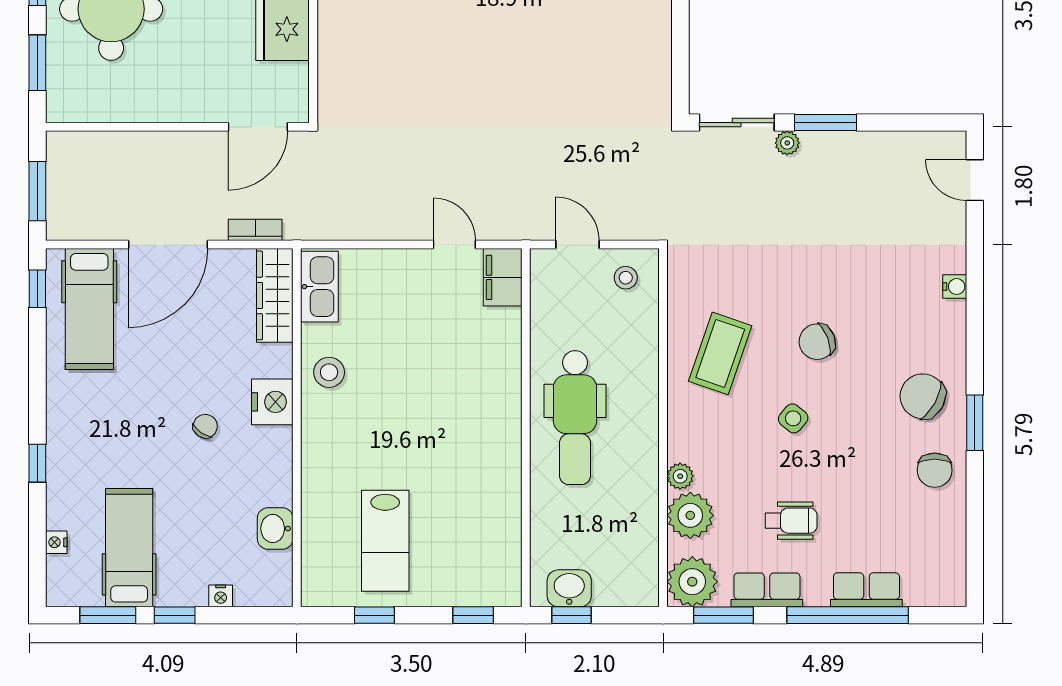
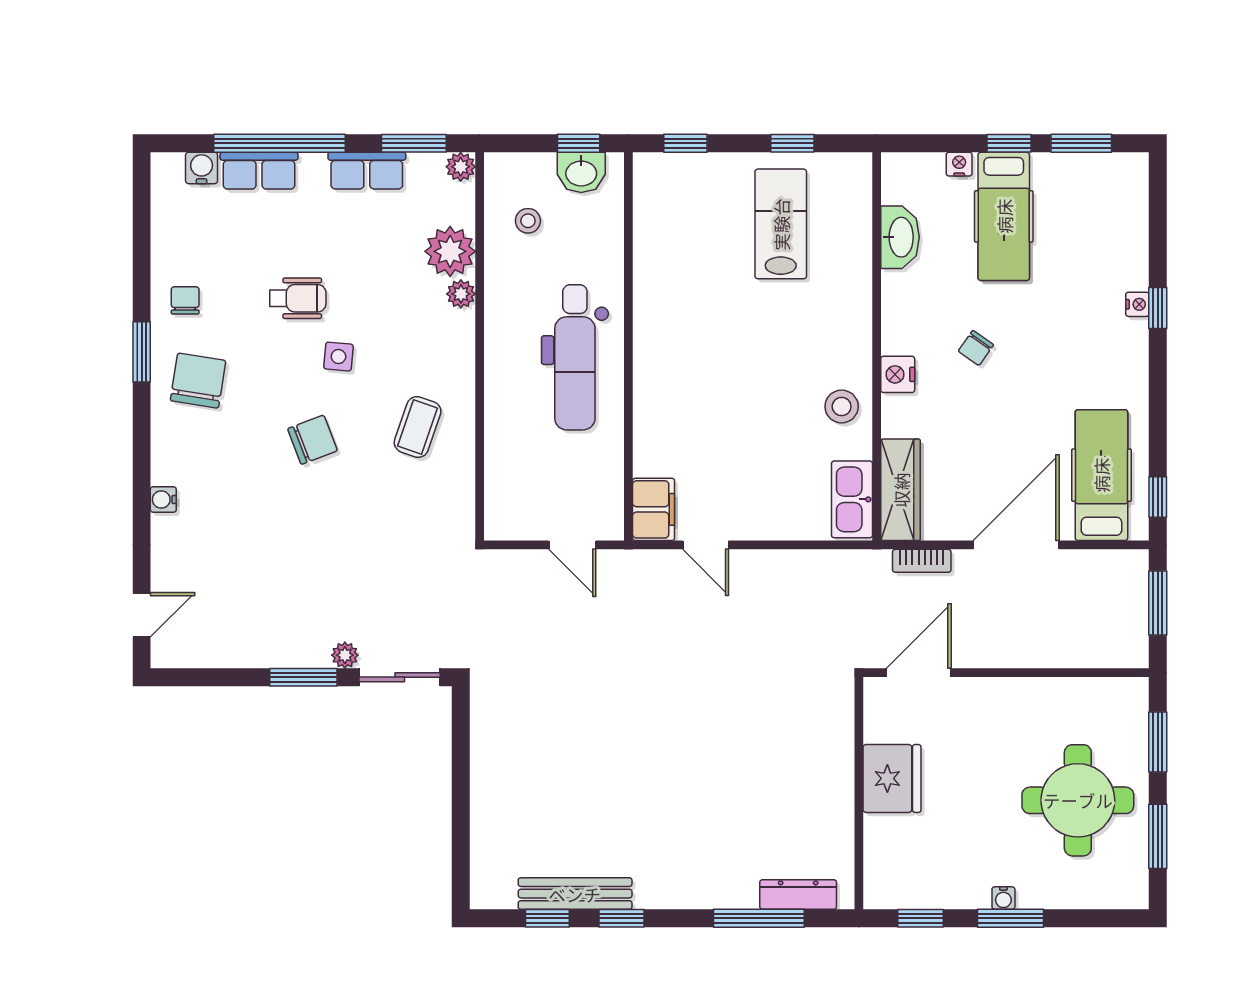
door: (975, 180) -> (142, 615), hinge flipped
stool: (626, 278) -> (528, 221), moved
coffee table: (720, 353) -> (418, 427), width x0.73, depth x0.77
chair: (923, 396) -> (198, 381), turned -110
nightstand: (272, 402) -> (898, 374), width x0.74, depth x0.75
dental chair: (575, 418) -> (575, 357), turned 180
side table: (793, 418) -> (338, 357), turned -35
chair: (935, 470) -> (185, 300), width x0.73, depth x0.73
wheelchair: (791, 521) -> (298, 298), moved, turned 180
washbasin: (275, 529) -> (900, 237), width x1.38
nightstand: (56, 542) -> (1137, 304), moved
hospital bed: (129, 548) -> (1004, 216), moved
plant: (692, 582) -> (461, 167), width x0.53, depth x0.53
water cooler: (919, 592) -> (202, 168), added

